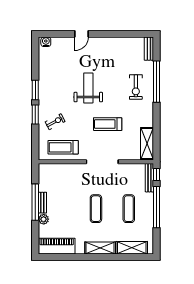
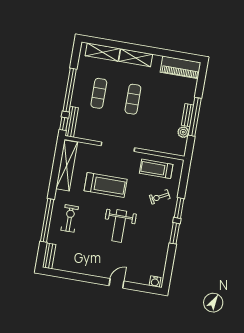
treadmill: (108, 124) -> (106, 185), width x1.37, depth x1.38
shelving: (147, 144) -> (67, 165), width x1.47
treadmill: (63, 147) -> (156, 169), turned 180
plant: (44, 219) -> (183, 132), moved

